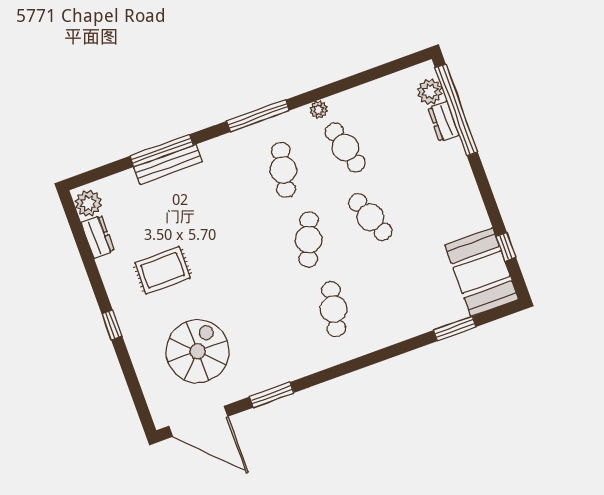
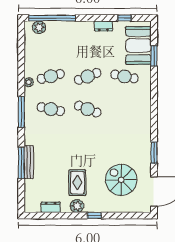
dresser: (443, 121) -> (103, 26), moved
plant: (88, 203) -> (77, 206), moved
booth: (482, 272) -> (138, 45), moved, turned 90
cafe table: (334, 309) -> (124, 76), moved

